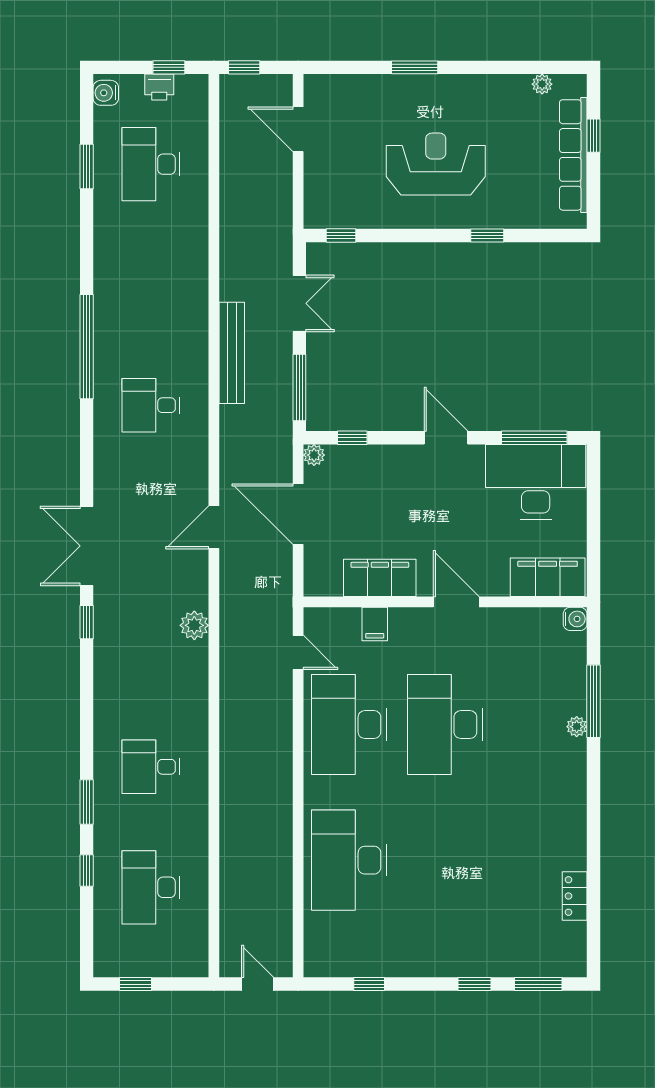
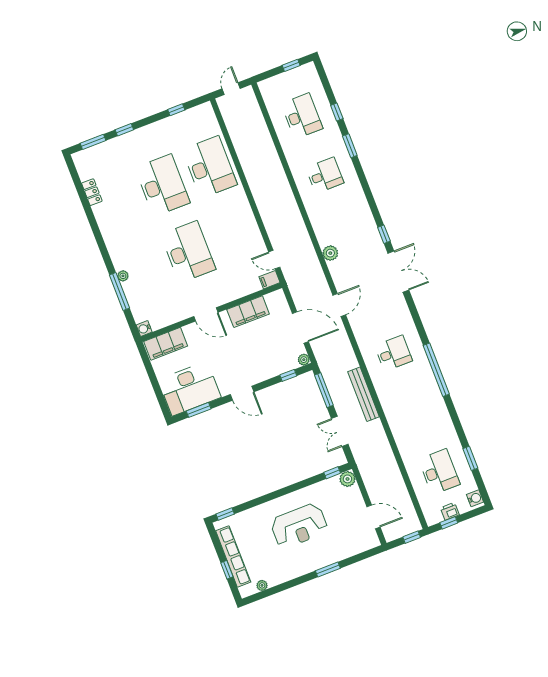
plant: (318, 214) -> (347, 479), added
window: (487, 235) -> (225, 514), moved
window: (534, 438) -> (199, 410), width x0.69
filing cabinet: (375, 624) -> (269, 280), moved, turned -90
desk: (349, 725) -> (162, 185), moved
door: (258, 984) -> (231, 89), swing flipped

